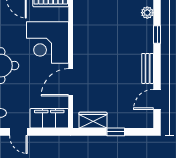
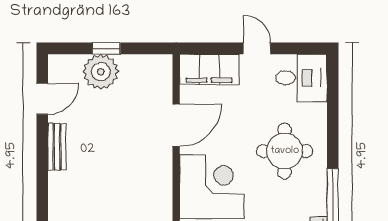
window: (157, 35) -> (42, 199), removed
plant: (119, 117) -> (101, 72), added
wardrobe: (93, 120) -> (142, 67), removed

